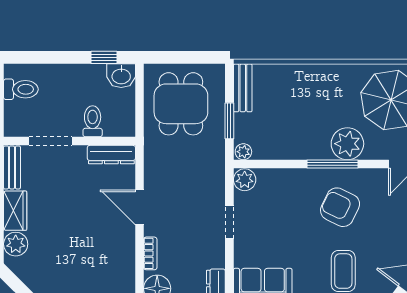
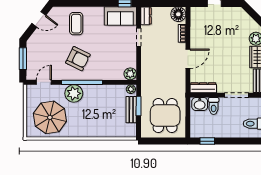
washbasin: (121, 76) -> (200, 104), moved, turned 180
bench: (243, 88) -> (131, 110), moved
window: (333, 164) -> (82, 82), width x1.46
door: (140, 207) -> (188, 59), hinge flipped
doorway: (229, 222) -> (139, 37), moved

